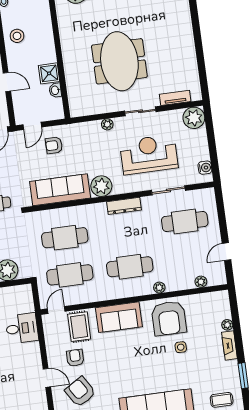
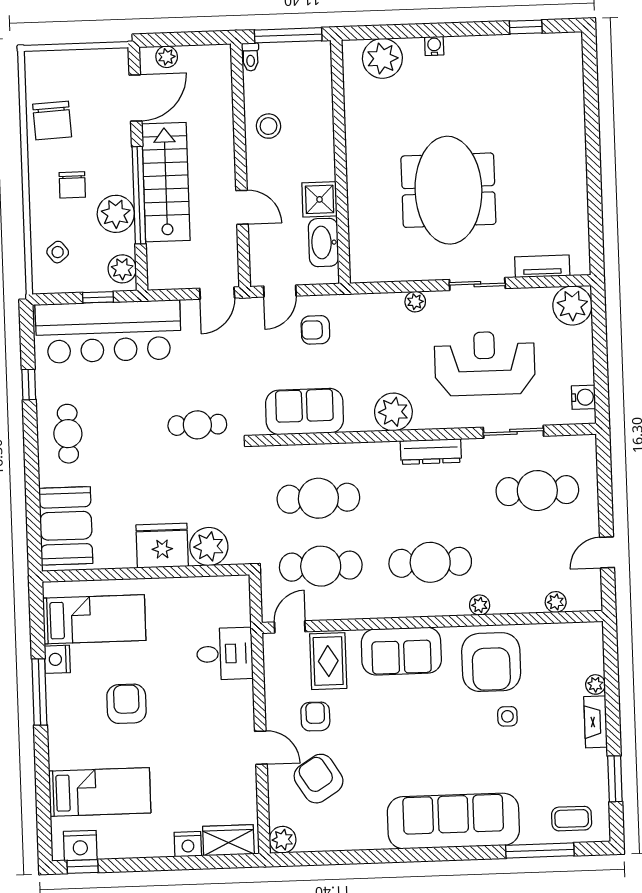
washbasin: (55, 90) -> (324, 242), width x1.91, depth x1.45
sofa: (60, 190) -> (305, 412), width x0.73

